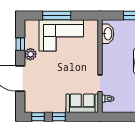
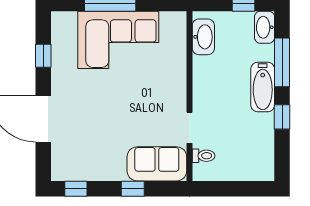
plant: (30, 54) -> (62, 74), removed
window: (59, 117) -> (133, 189), moved

